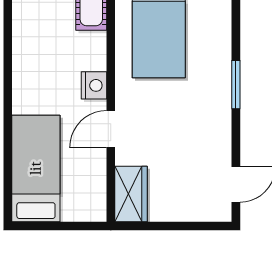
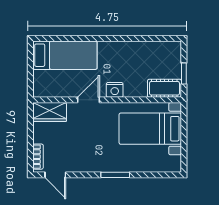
door: (111, 129) -> (88, 100), hinge flipped
bookcase: (205, 213) -> (38, 157), added

